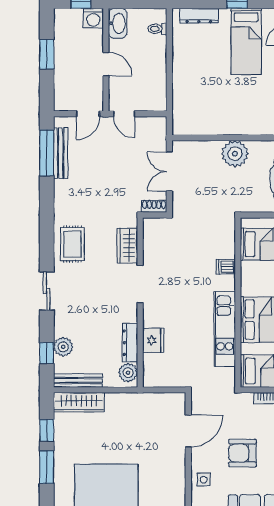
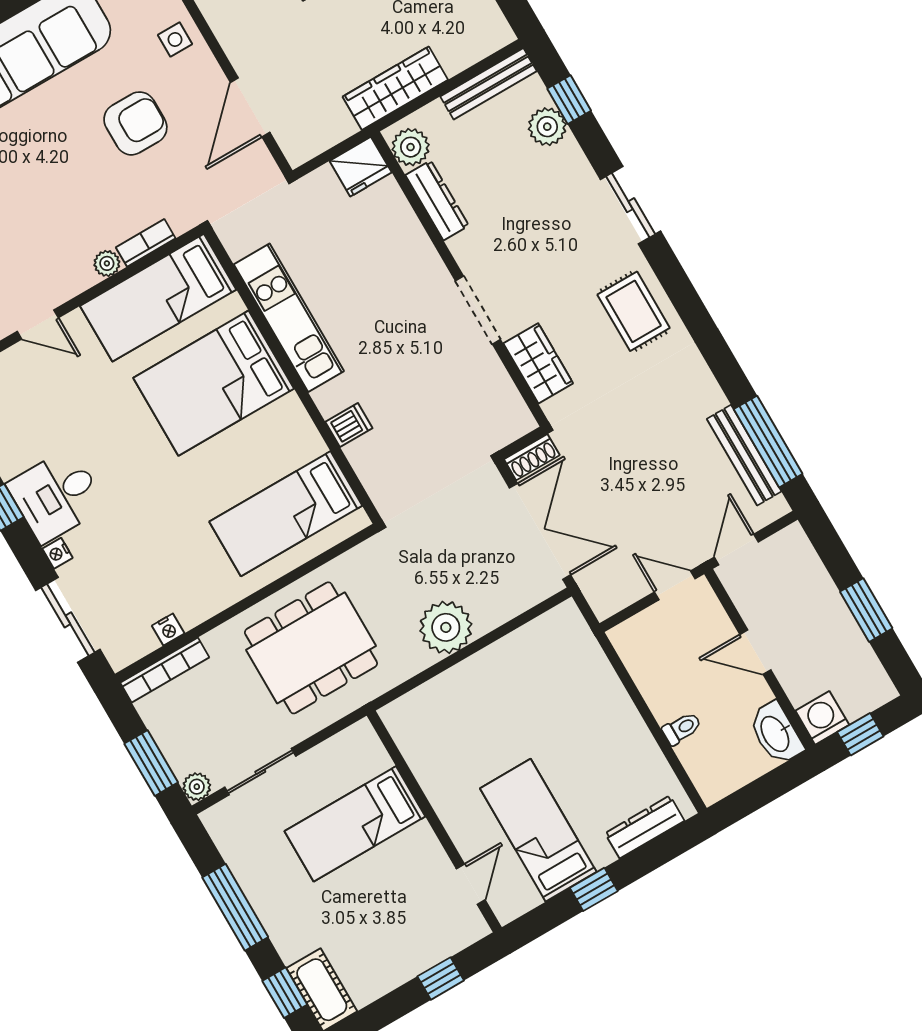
toilet: (157, 29) -> (682, 728), moved
double door: (169, 172) -> (540, 531), width x1.37
fridge: (153, 340) -> (361, 167), moved, turned -90
wardrobe: (79, 402) -> (395, 88), moved

